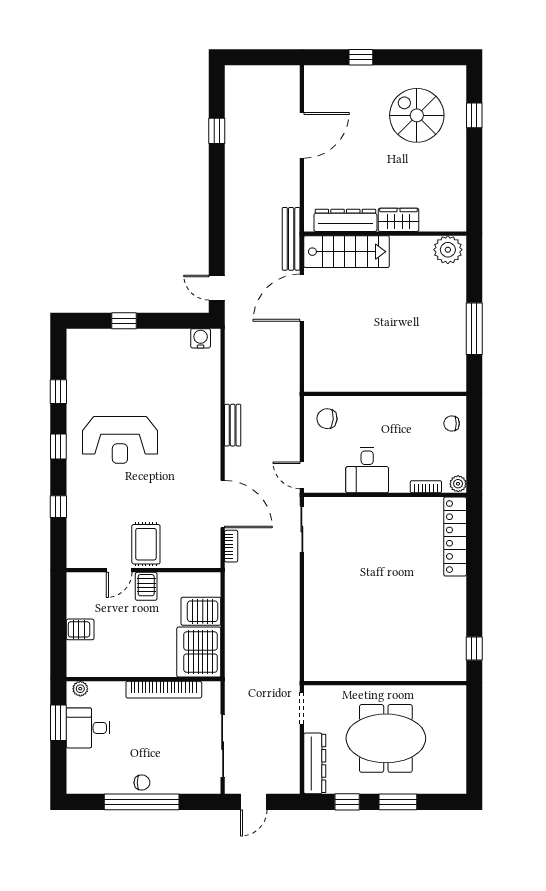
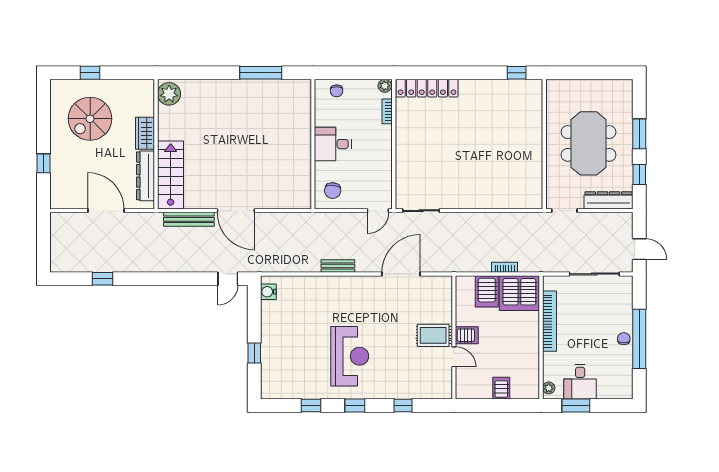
dresser: (345, 220) -> (146, 176), moved
wardrobe: (399, 220) -> (145, 133), moved
wall: (385, 234) -> (156, 144), moved
plant: (448, 250) -> (169, 94), moved
stairs: (347, 252) -> (171, 175), moved
desk: (367, 470) -> (333, 144), moved, turned 180
bookcase: (231, 546) -> (505, 267), moved

